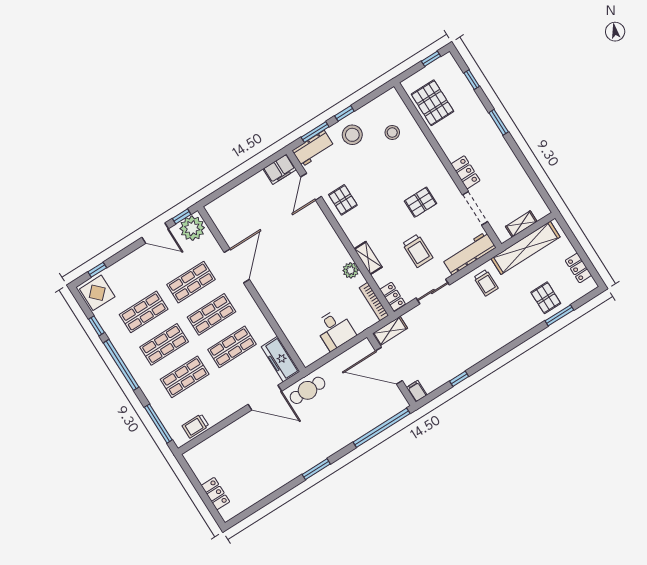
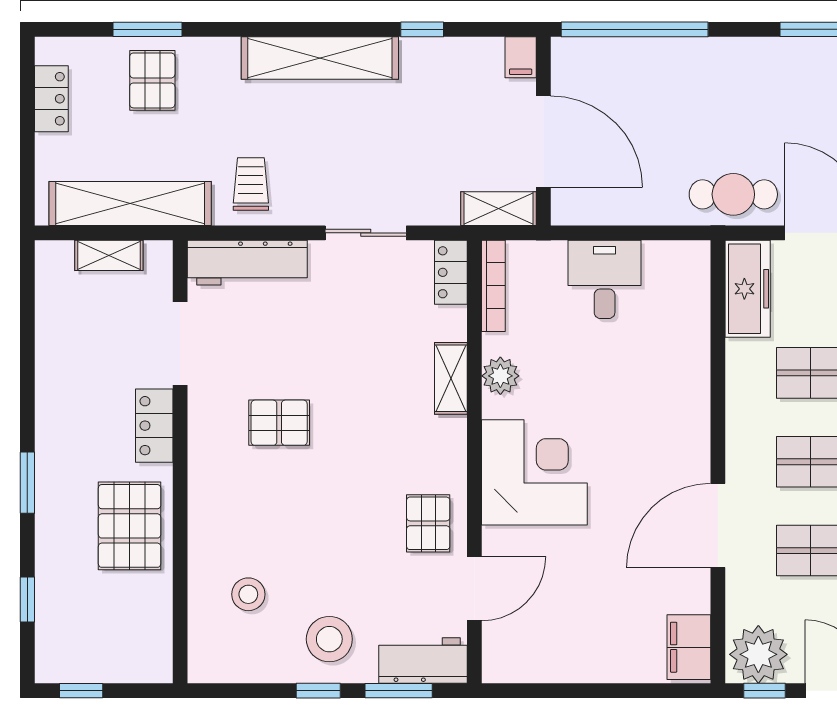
pallet: (433, 103) -> (130, 526), moved
filing cabinet: (280, 169) -> (689, 647), moved, turned -90
corner desk: (316, 243) -> (534, 472), added
trolley: (418, 251) -> (345, 331), removed
shelving: (490, 345) -> (320, 58), added

